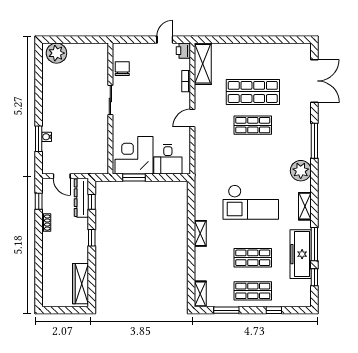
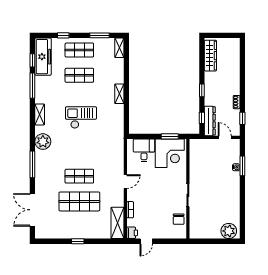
window: (255, 40) -> (78, 241), added
checkout: (251, 202) -> (81, 118), width x0.73, depth x0.83
freezer: (301, 254) -> (43, 57), moved

